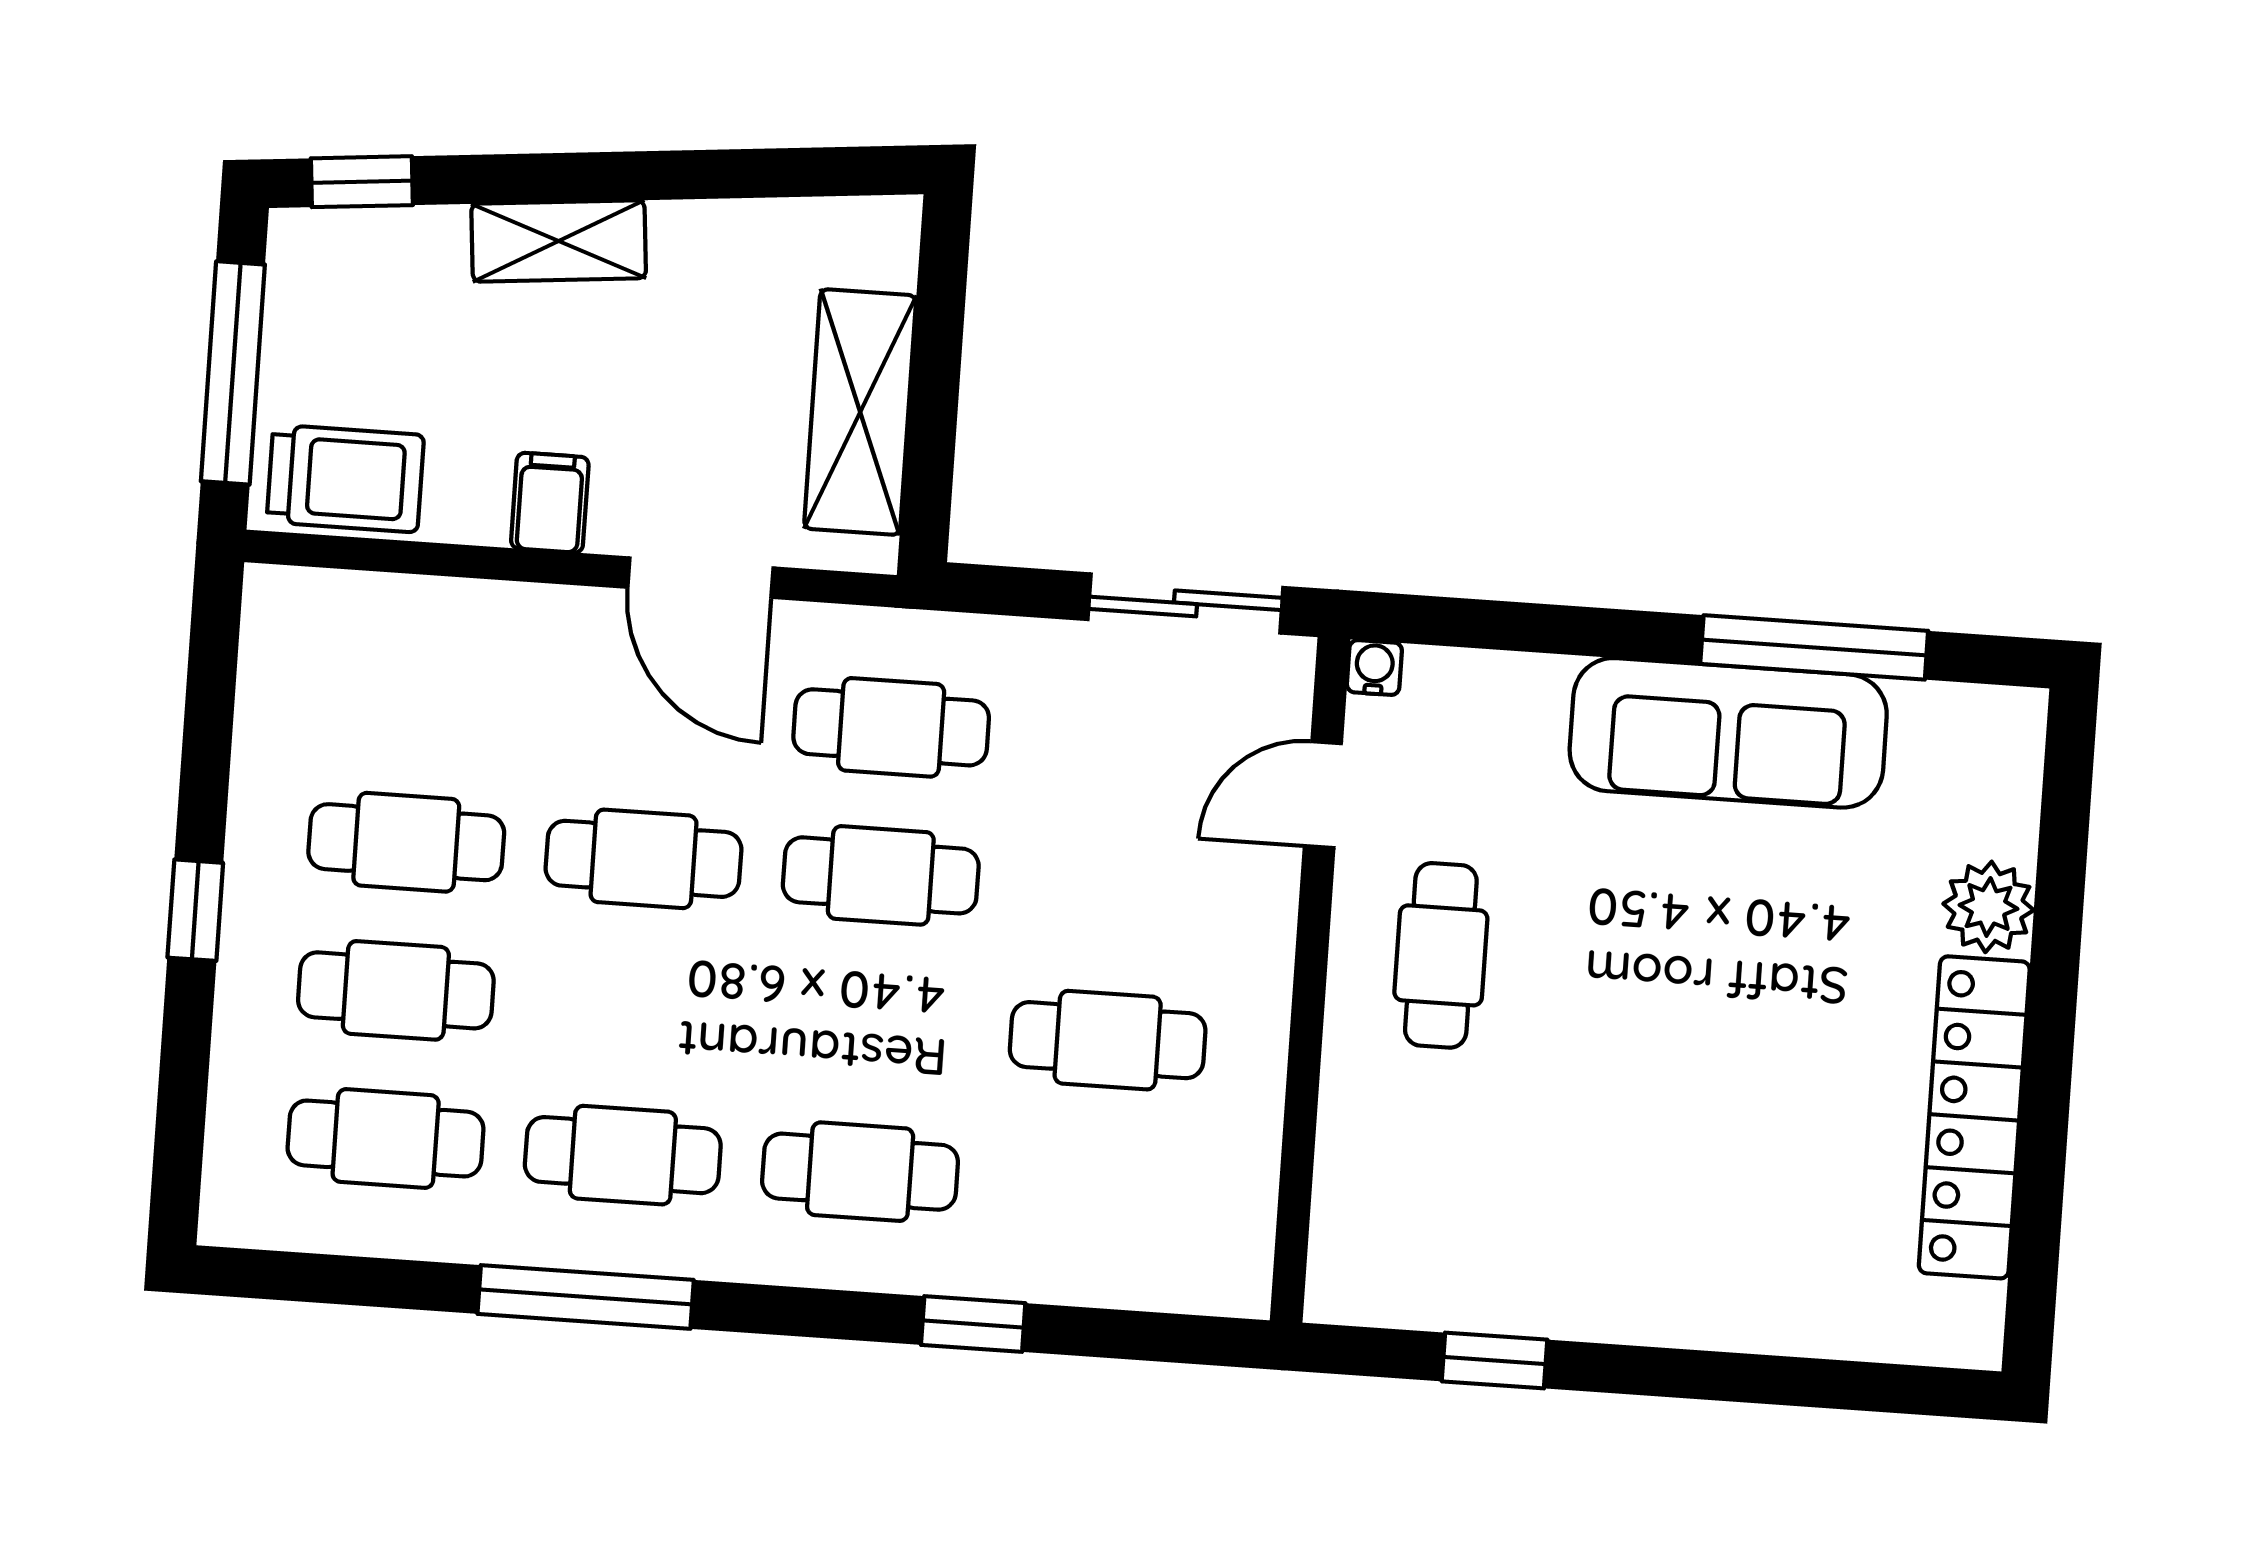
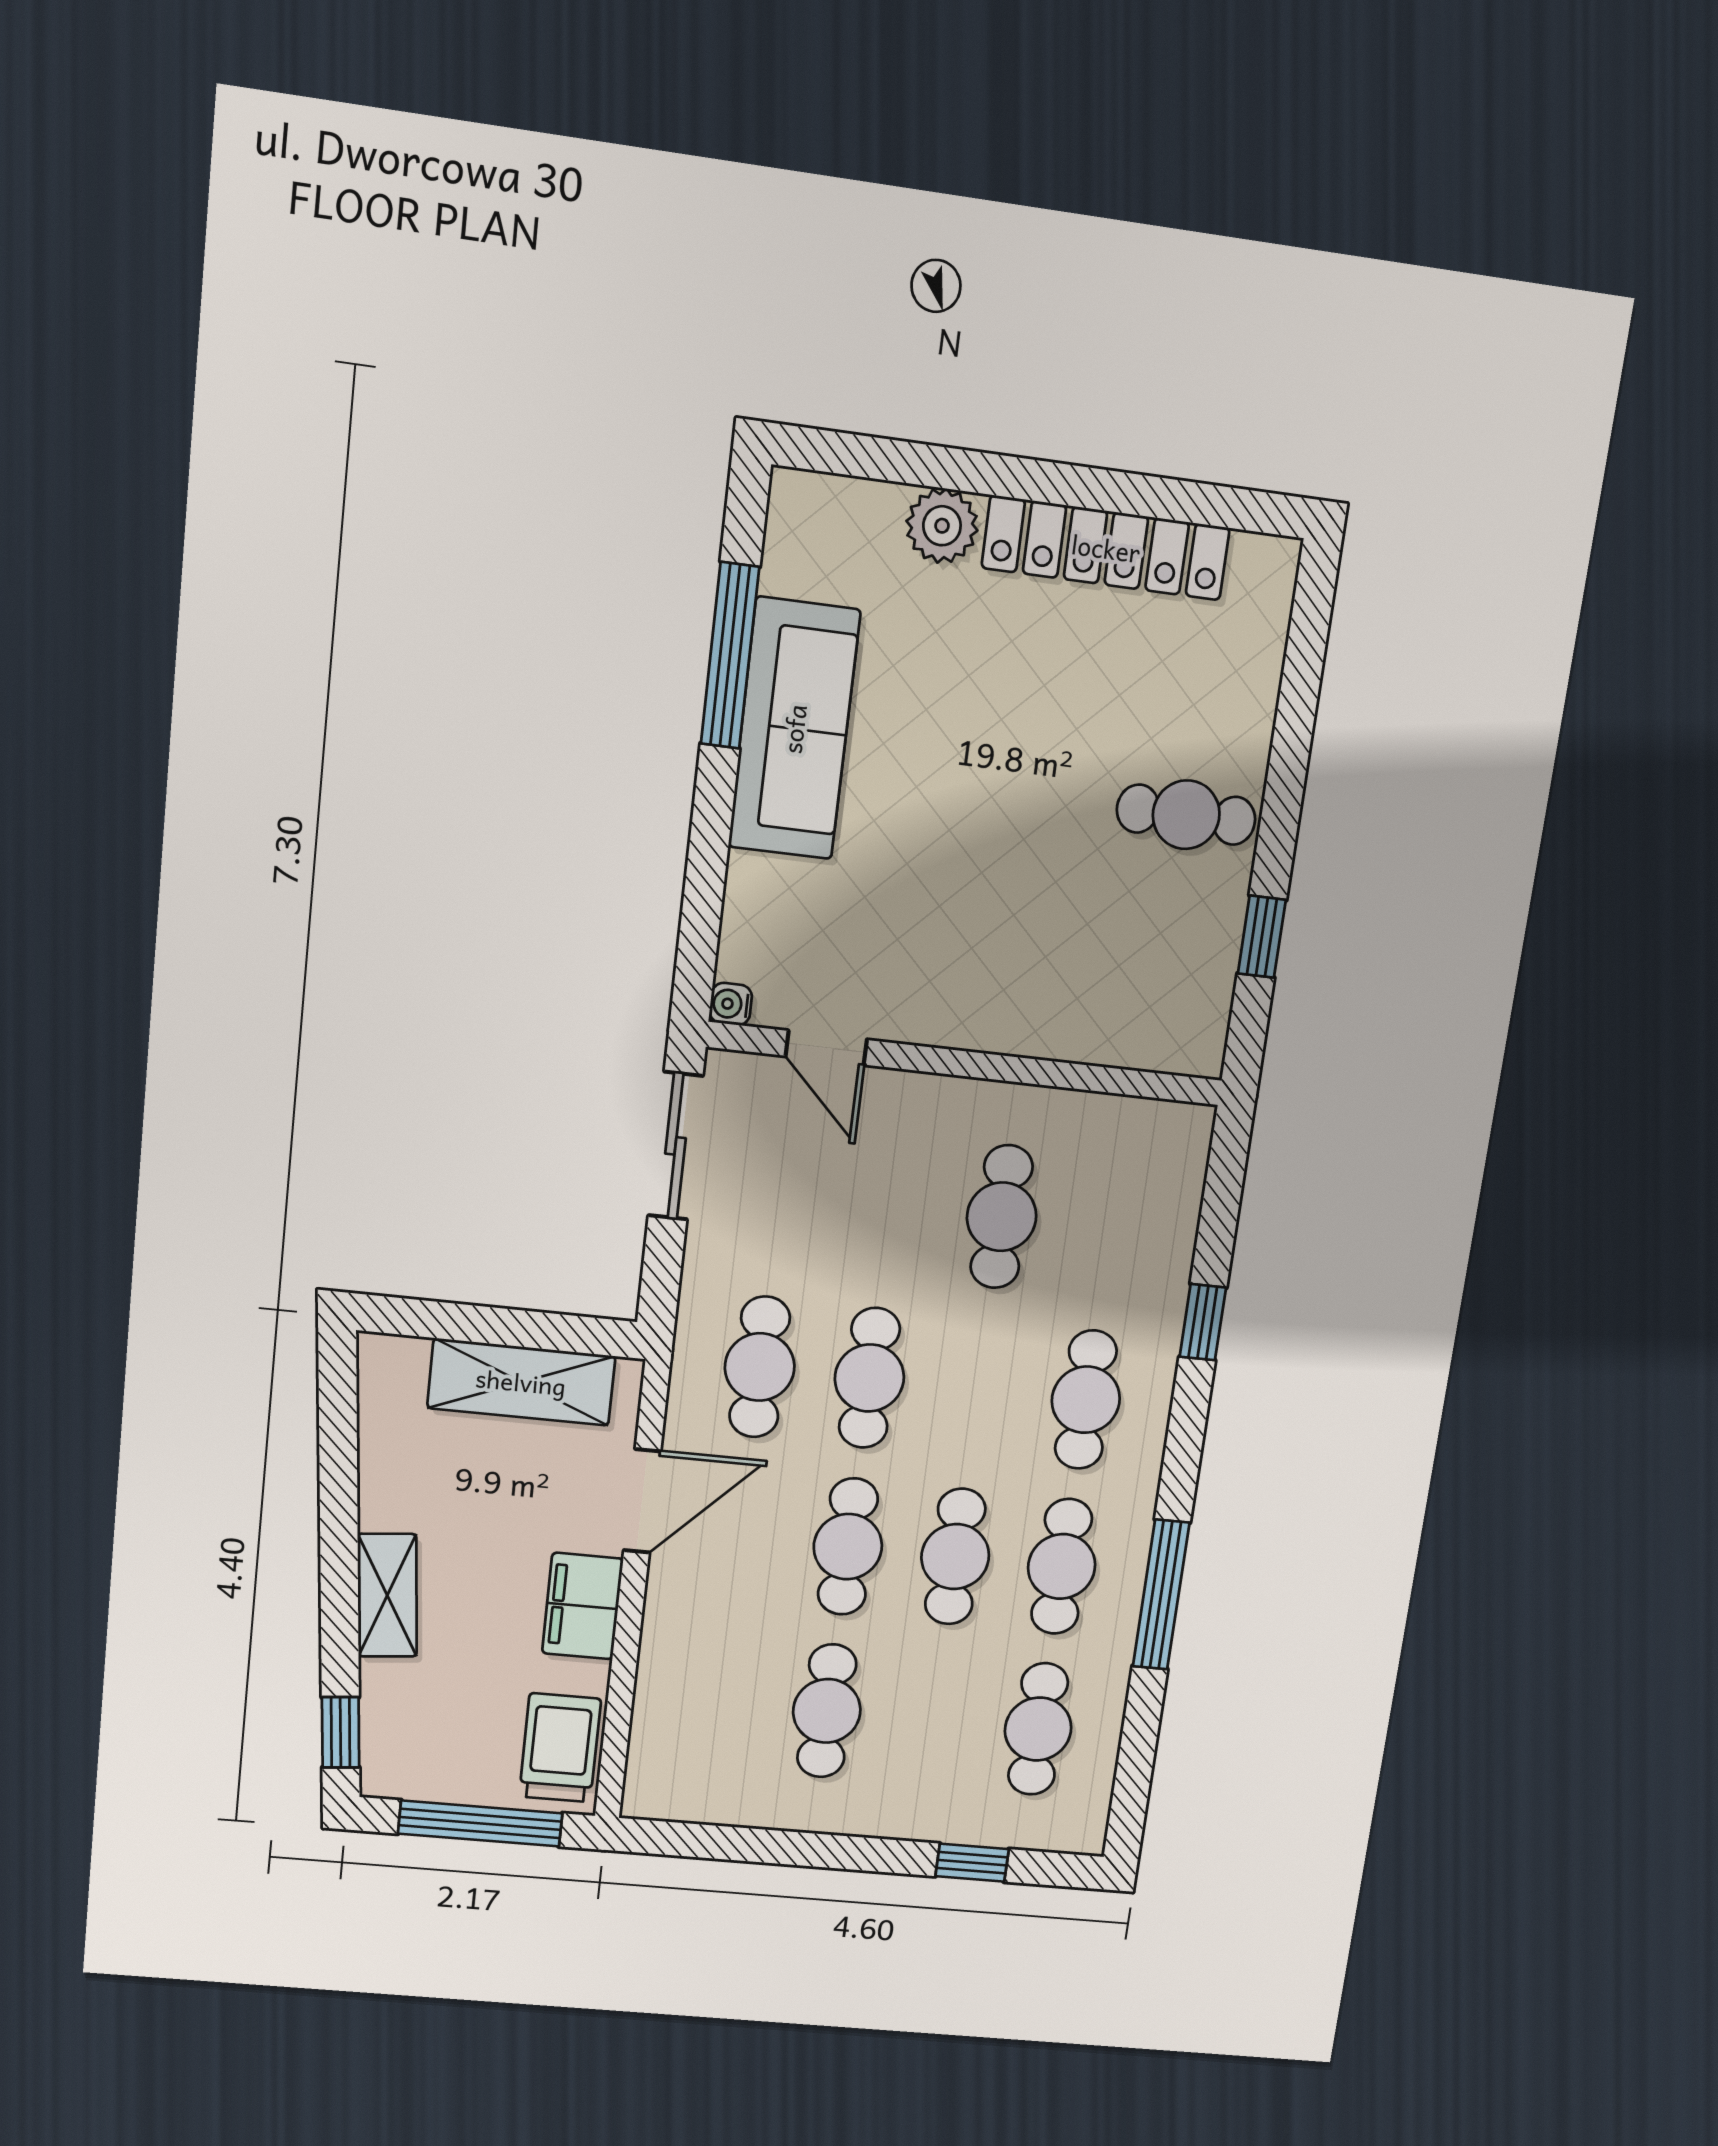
filing cabinet: (550, 503) -> (583, 1606), width x2.00
window: (195, 910) -> (972, 1863), moved
cafe table: (1441, 955) -> (1186, 815), moved
cafe table: (396, 990) -> (955, 1557), moved

